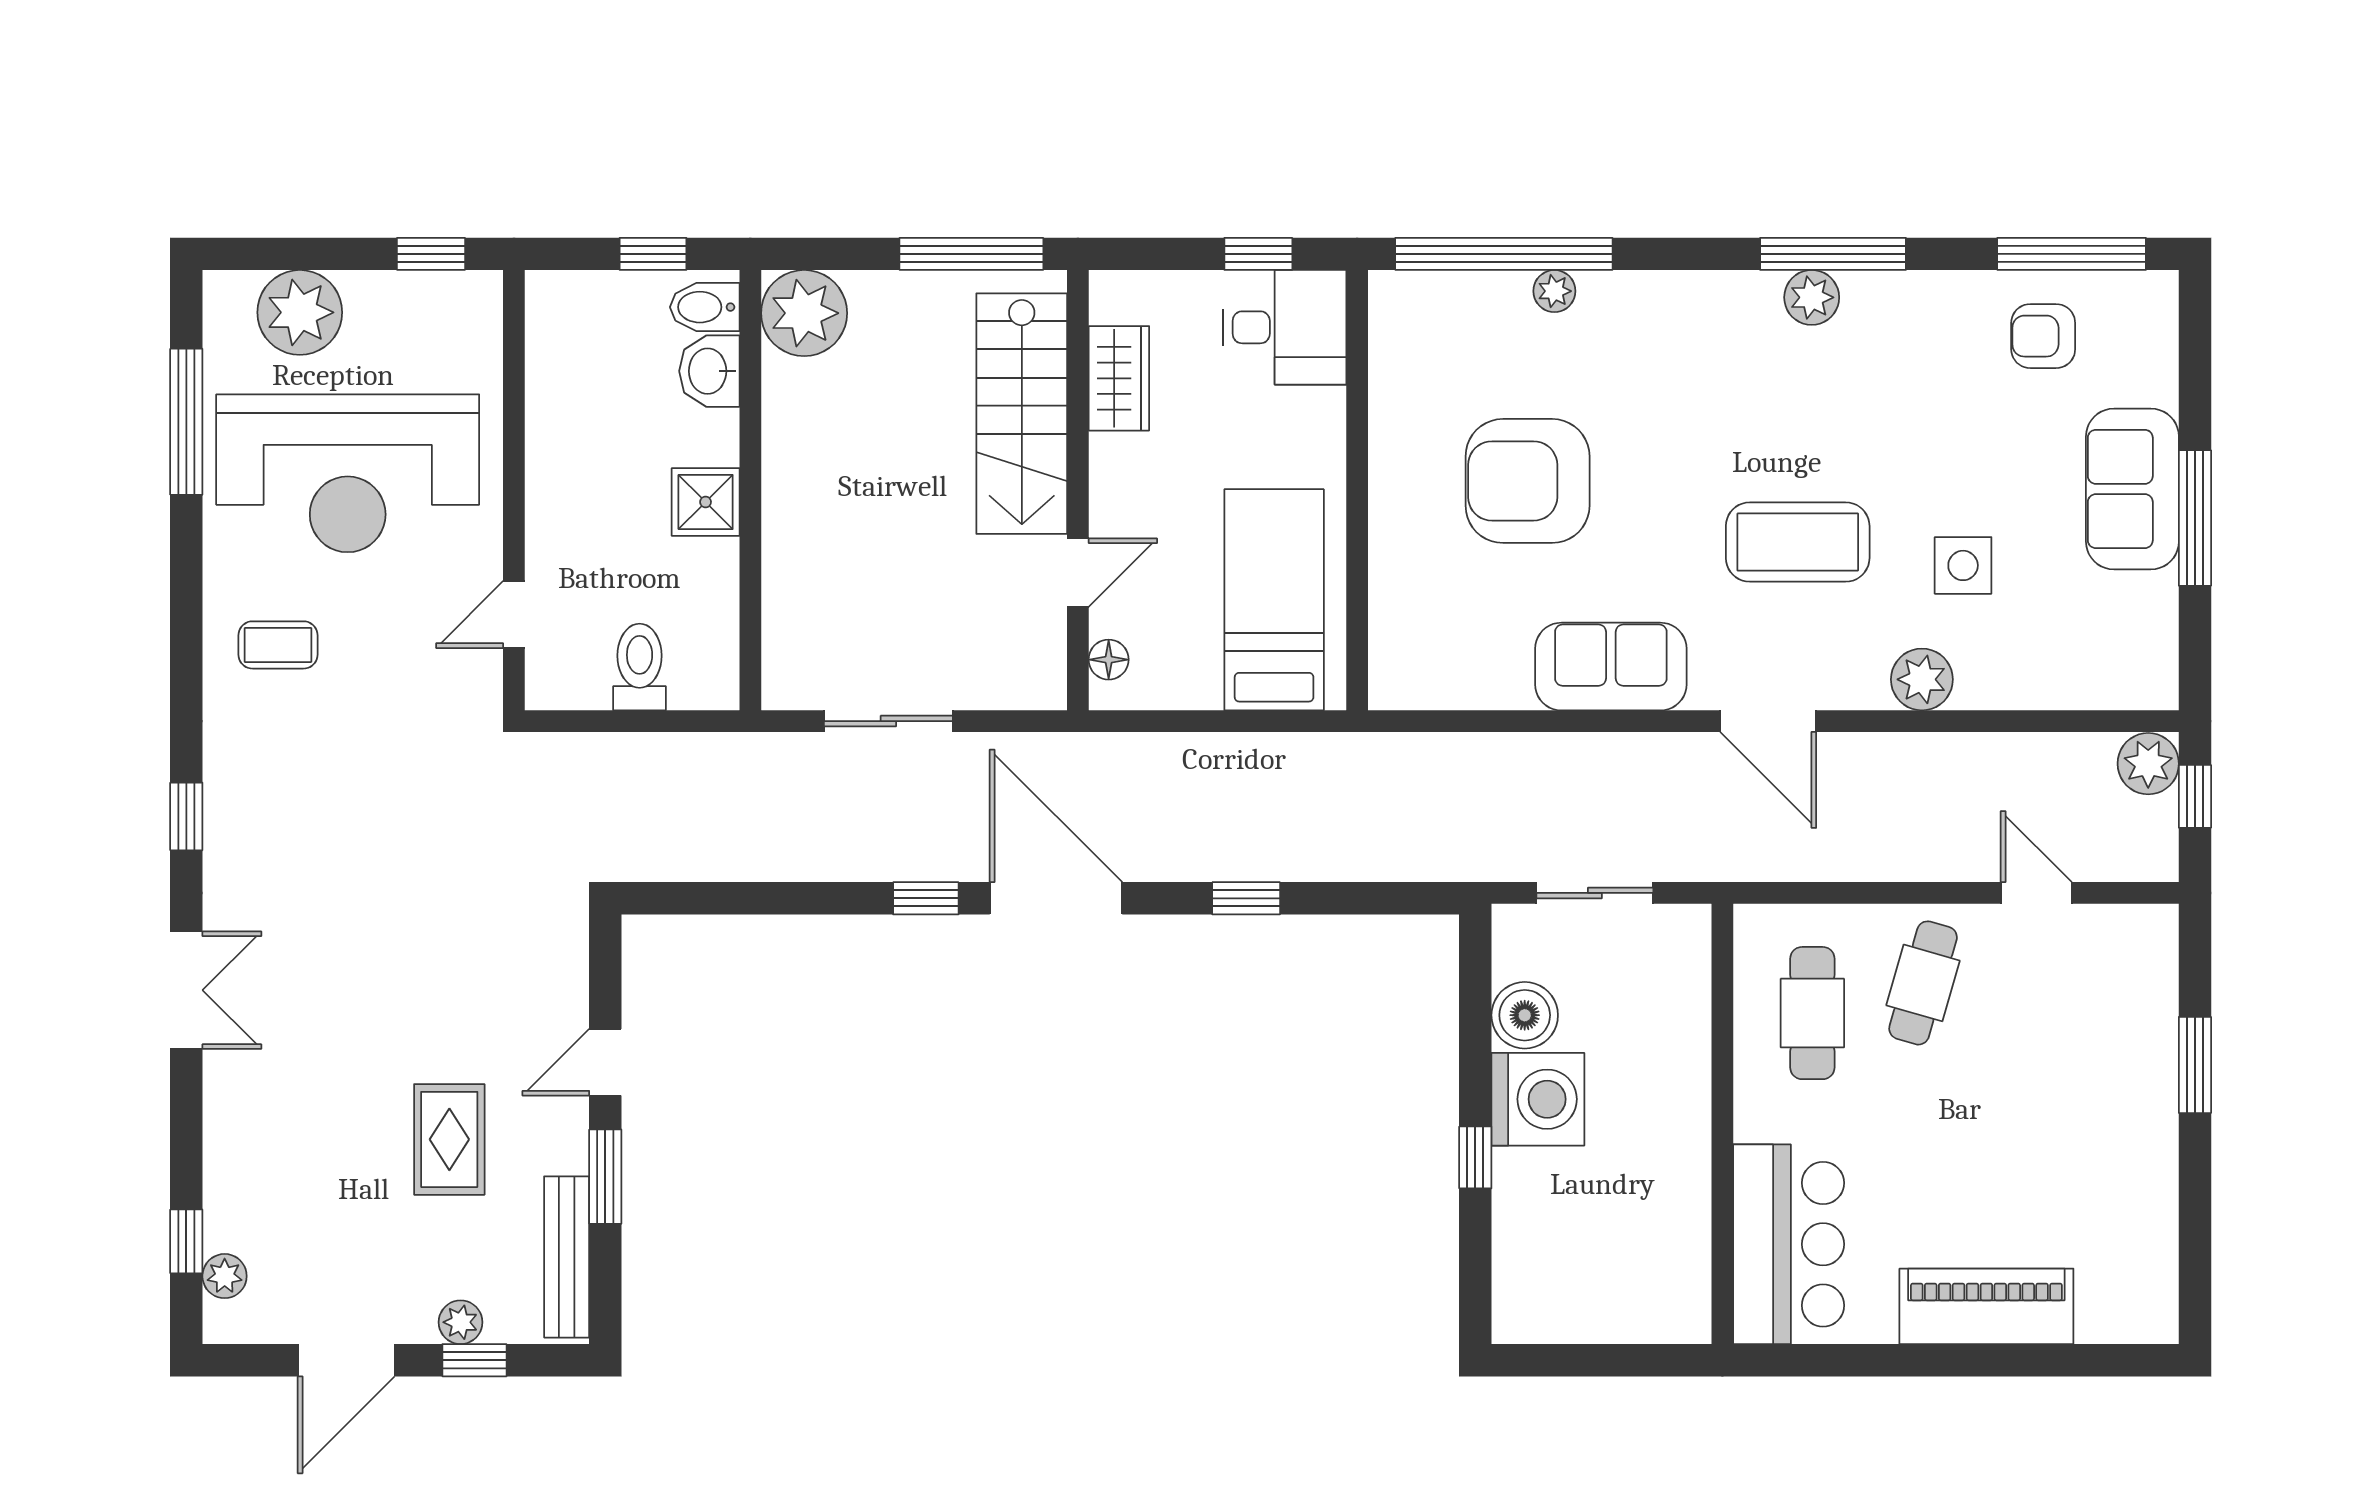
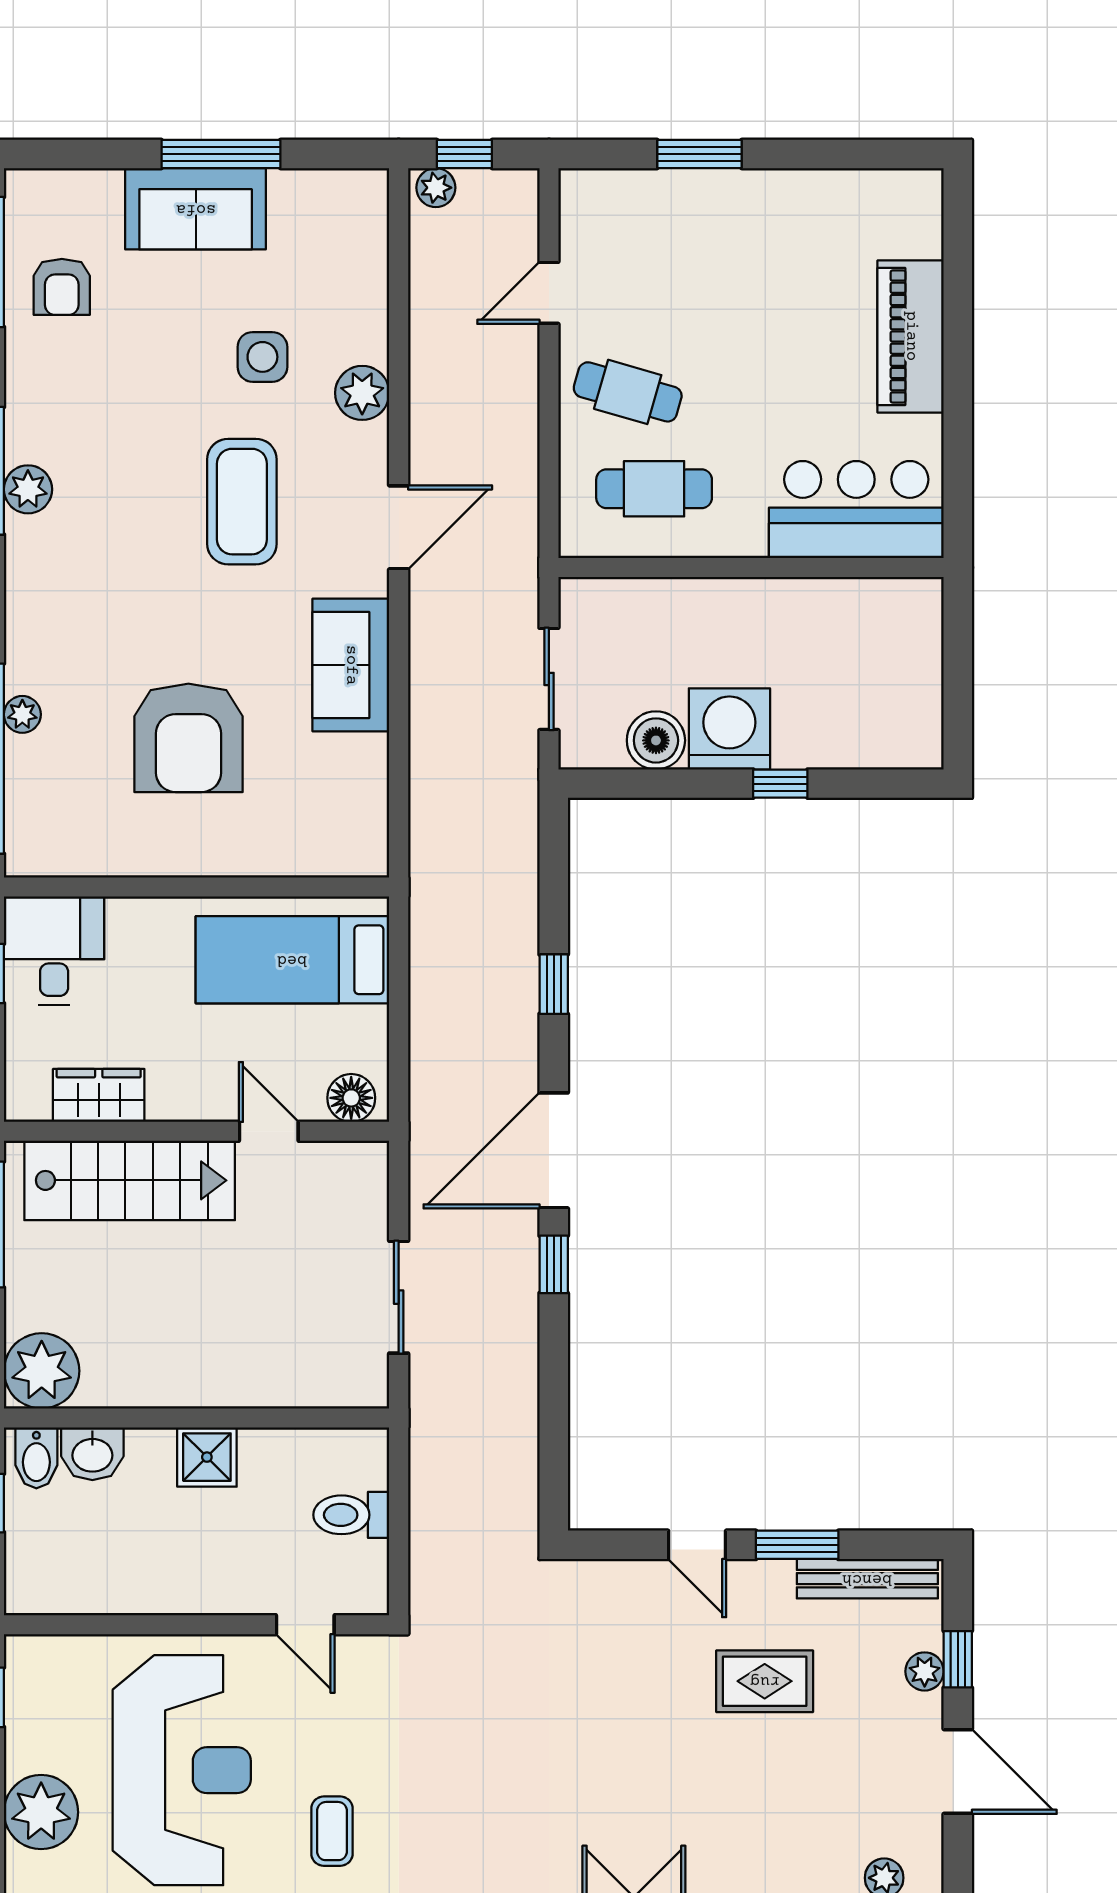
floor lamp: (1109, 660) -> (351, 1098), width x1.37, depth x1.37
plant: (2148, 764) -> (436, 188), width x0.73, depth x0.73

